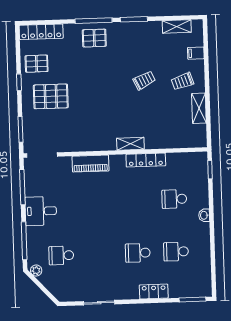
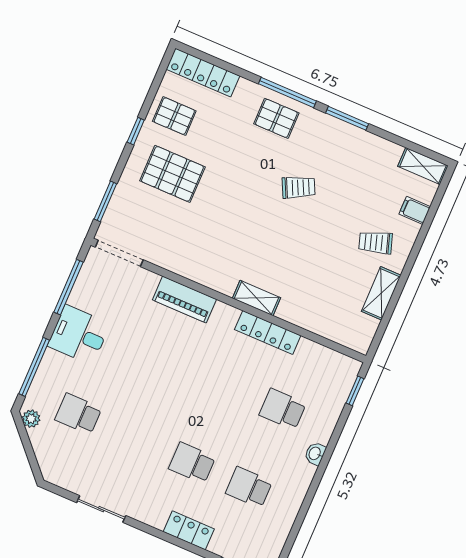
shelving: (177, 26) -> (423, 166), moved
trolley: (144, 80) -> (299, 187), moved

